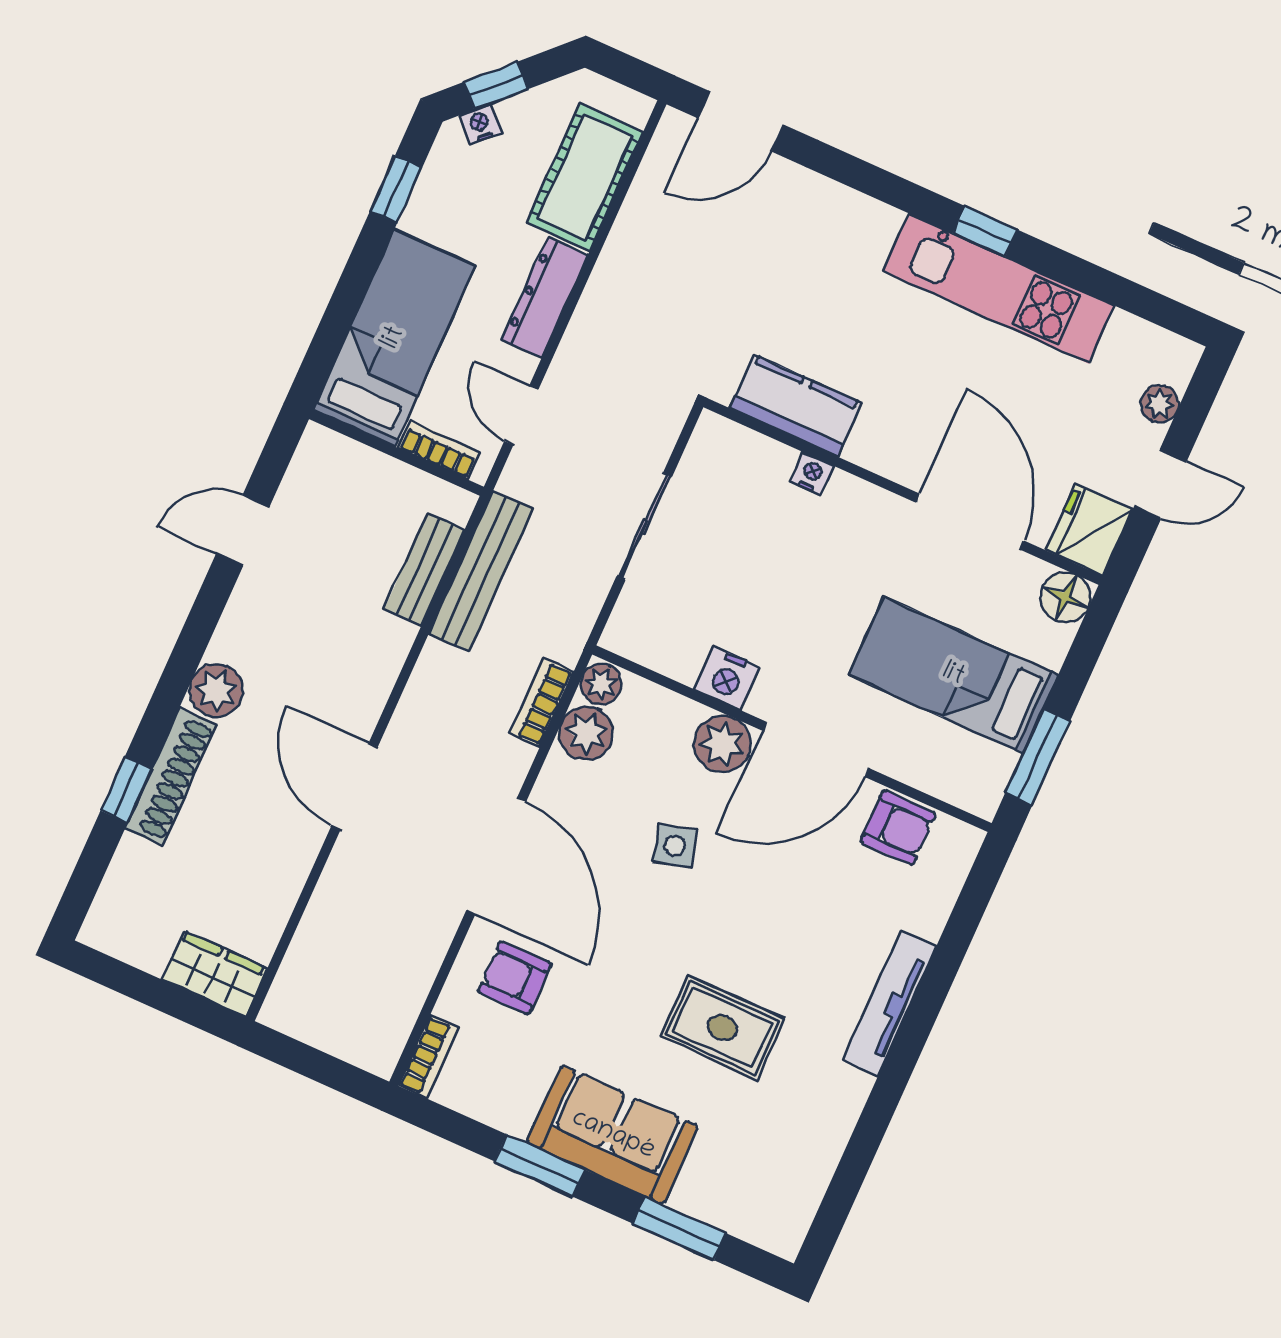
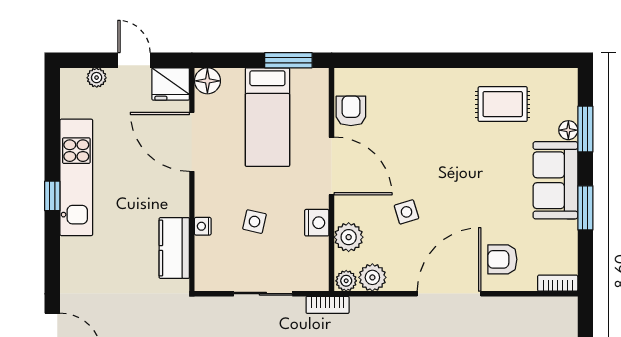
door: (970, 522) -> (192, 142), hinge flipped
side table: (779, 569) -> (255, 222), added
bookcase: (541, 703) -> (328, 305), moved
plant: (722, 744) -> (349, 237), moved
armchair: (515, 978) -> (502, 259), turned 90
tv unit: (889, 1004) -> (435, 78), removed
rug: (722, 1028) -> (503, 104), moved, turned 90
floor lamp: (691, 1197) -> (568, 130), added

